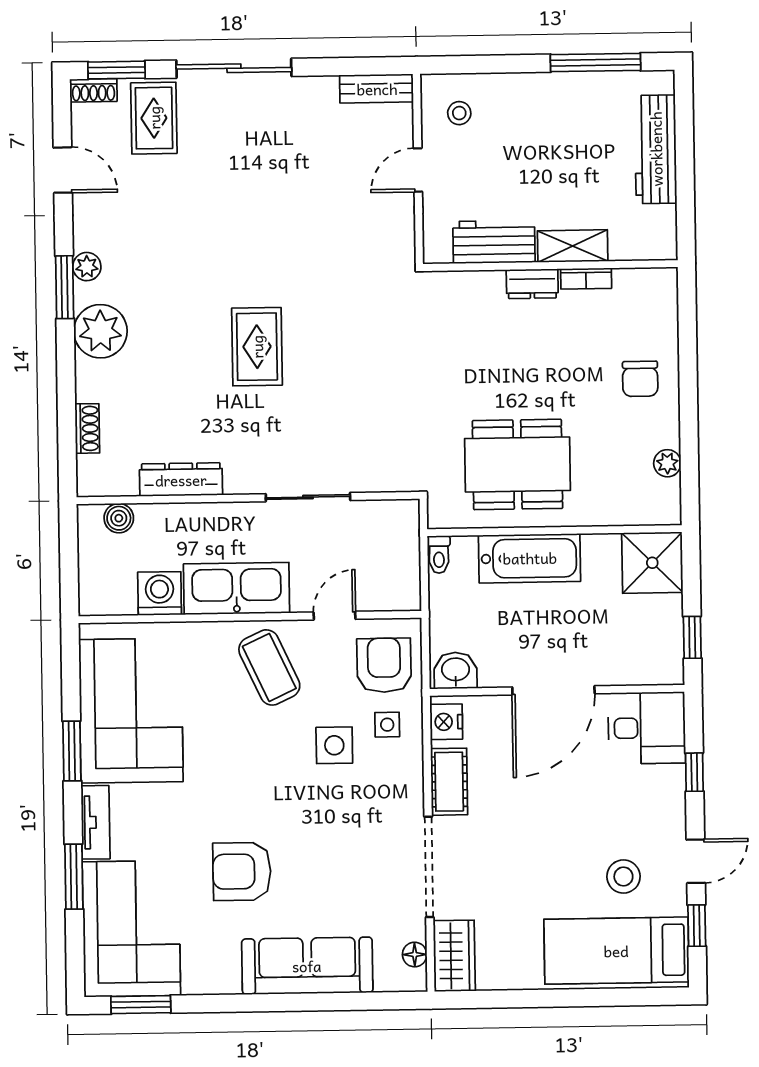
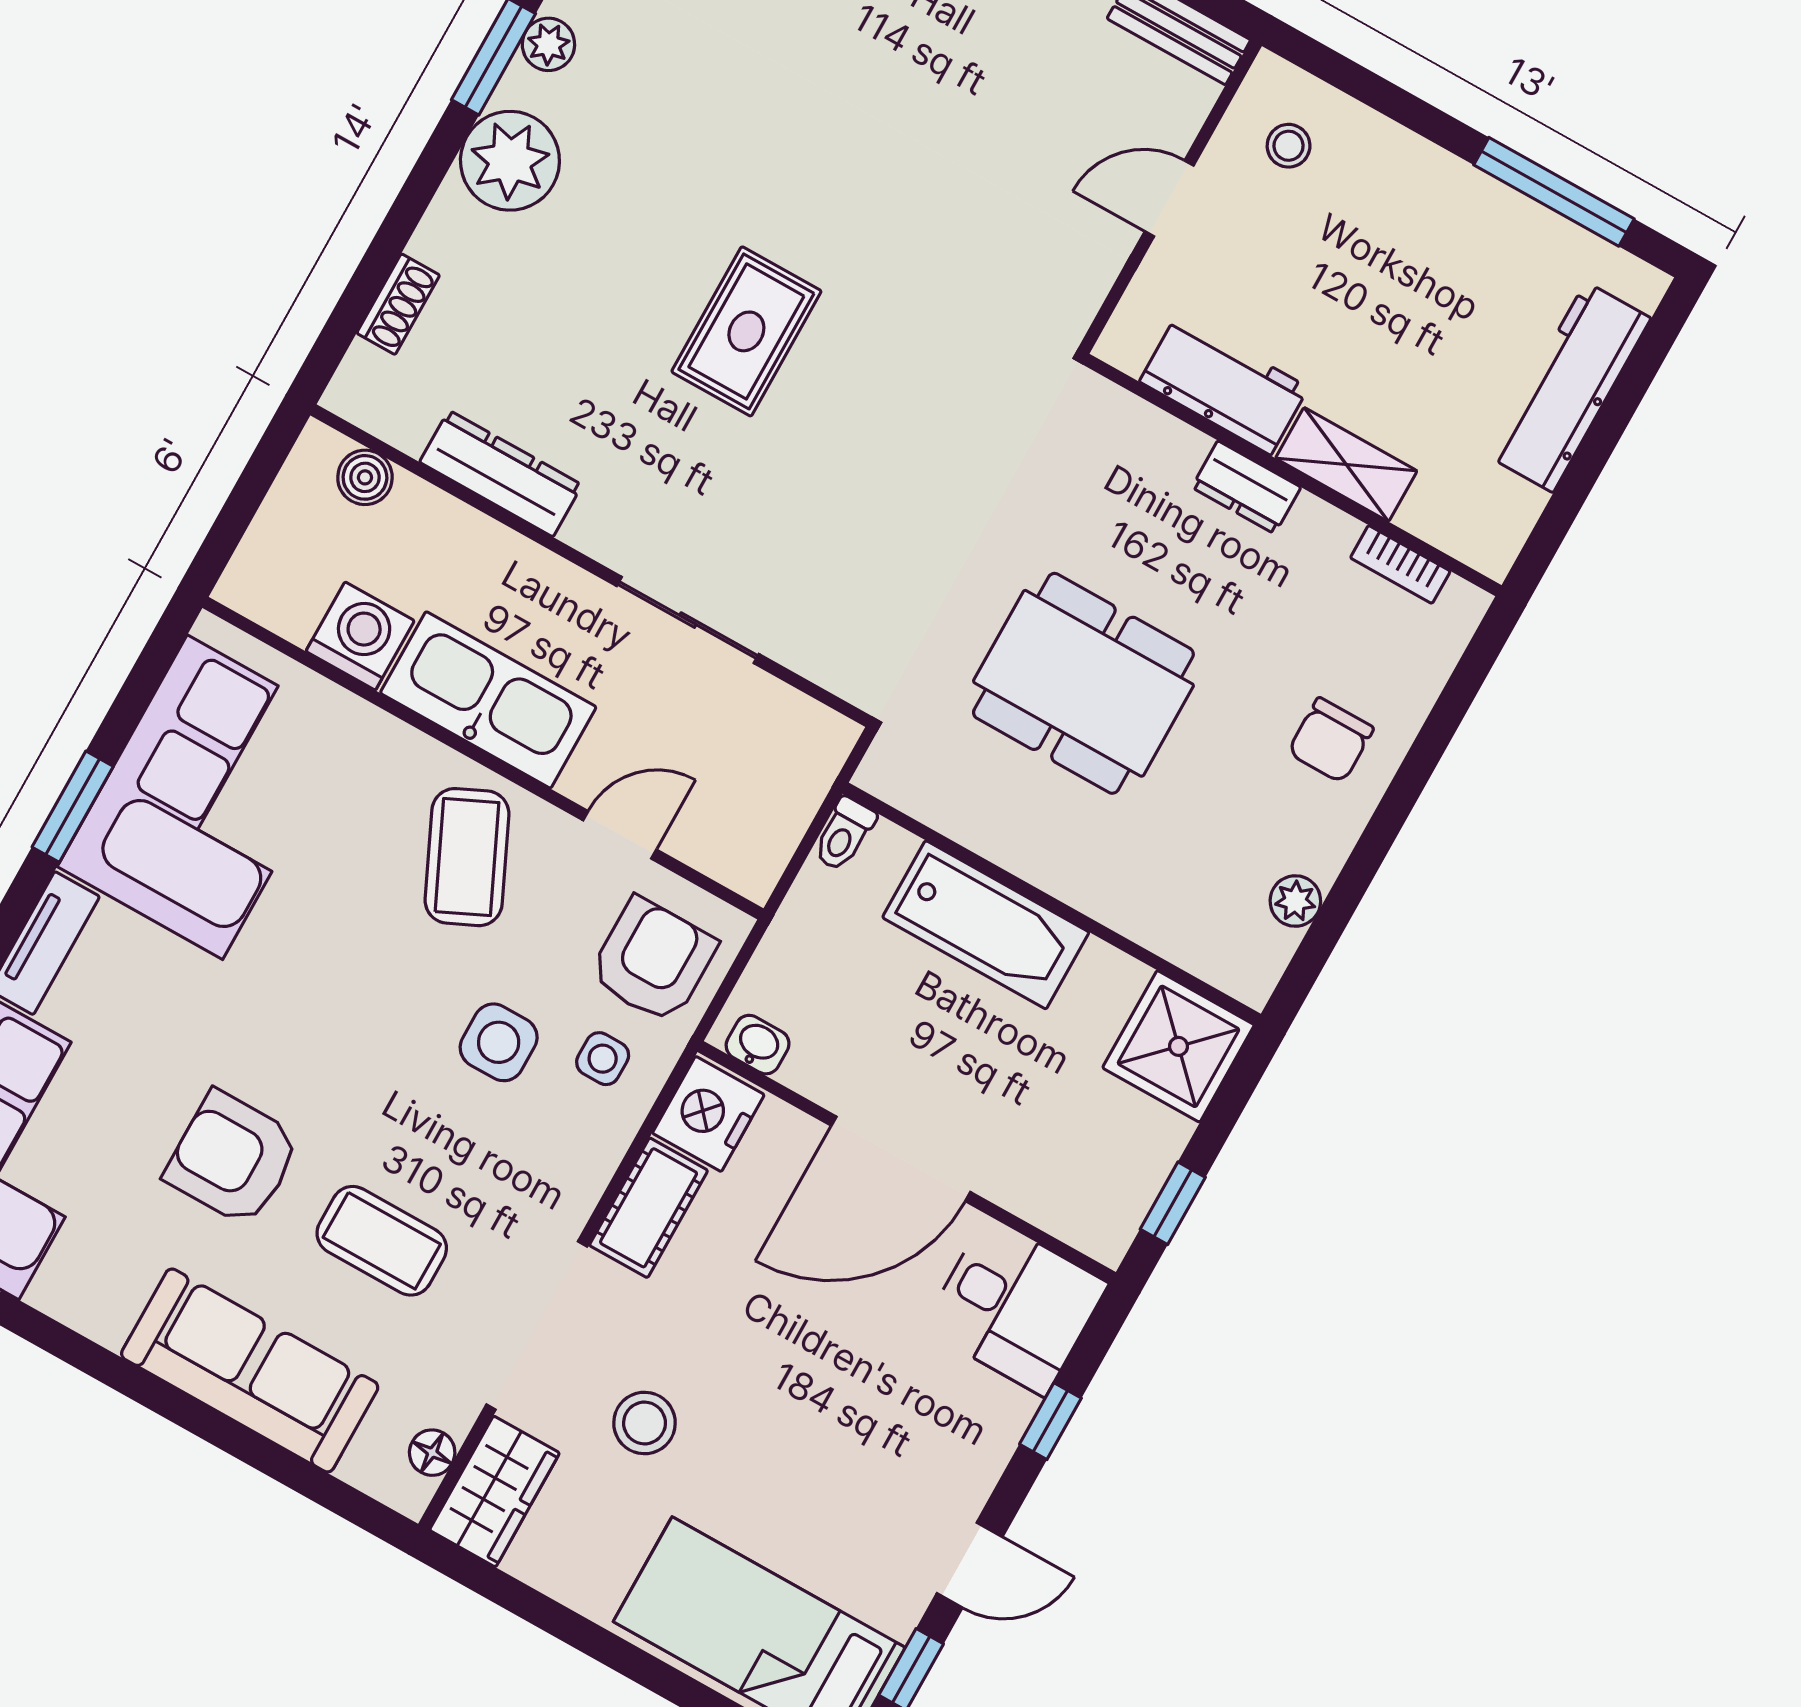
bookcase: (586, 279) -> (1400, 564), moved
dining table: (517, 464) -> (1083, 683), moved
washbasin: (456, 670) -> (758, 1045), width x0.72, depth x0.69
nightstand: (446, 722) -> (708, 1114), width x1.36, depth x1.33
coffee table: (334, 869) -> (382, 1241), added
stool: (623, 876) -> (645, 1423), moved

